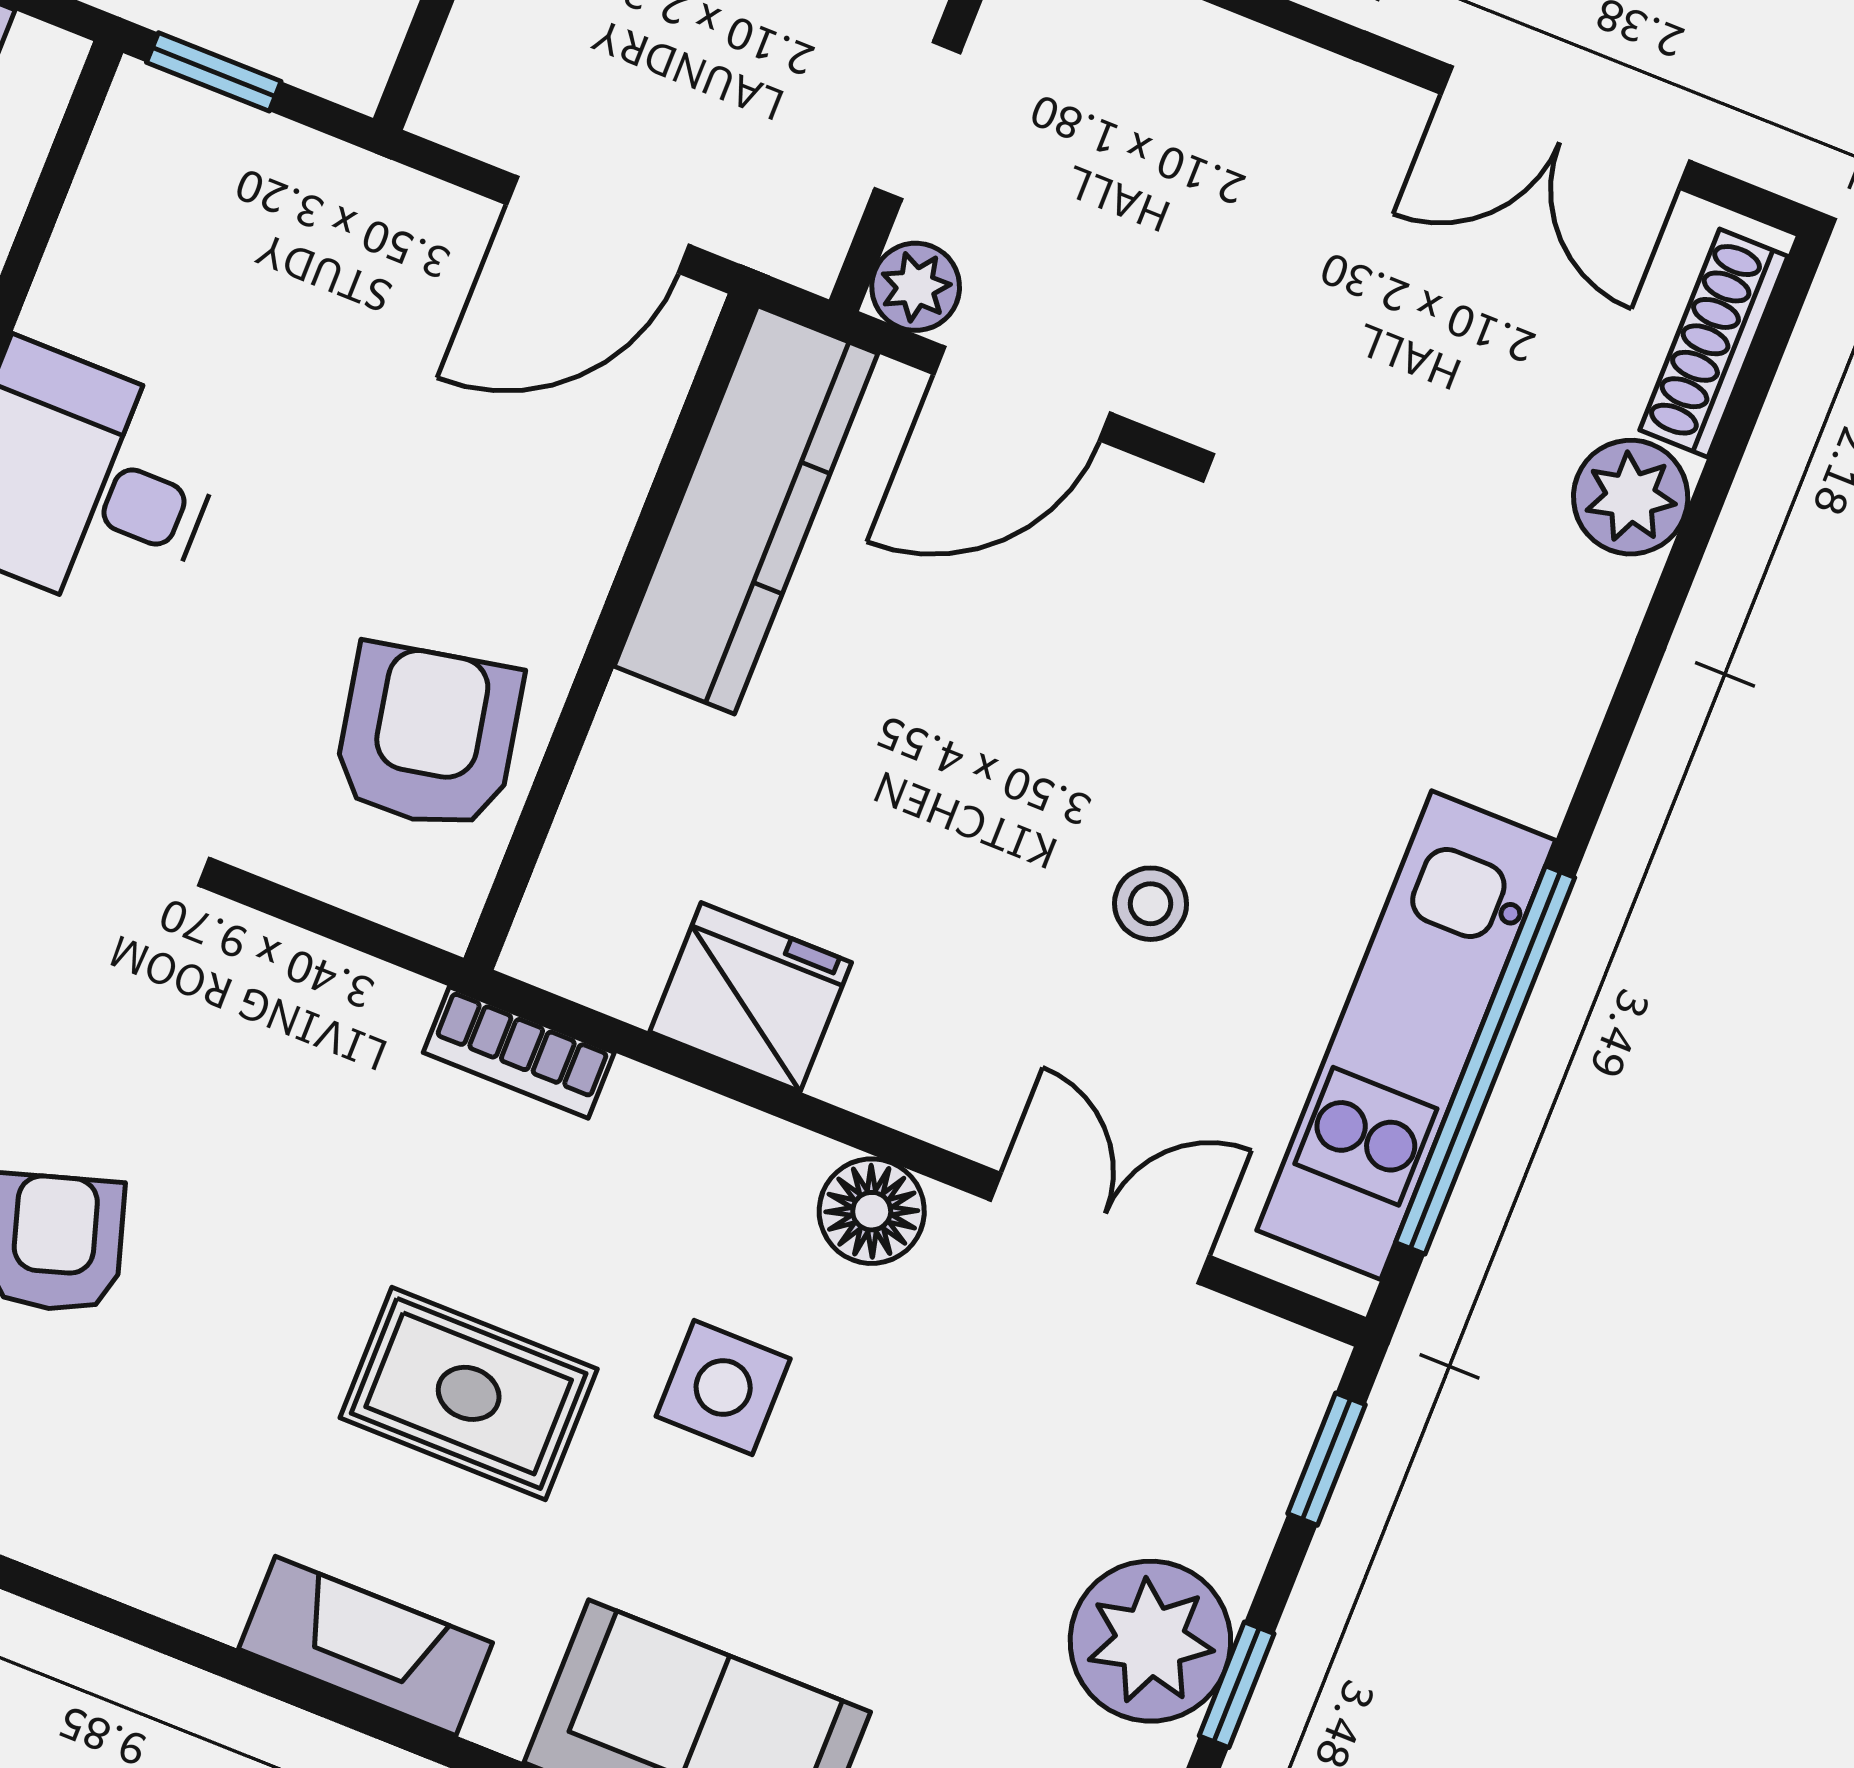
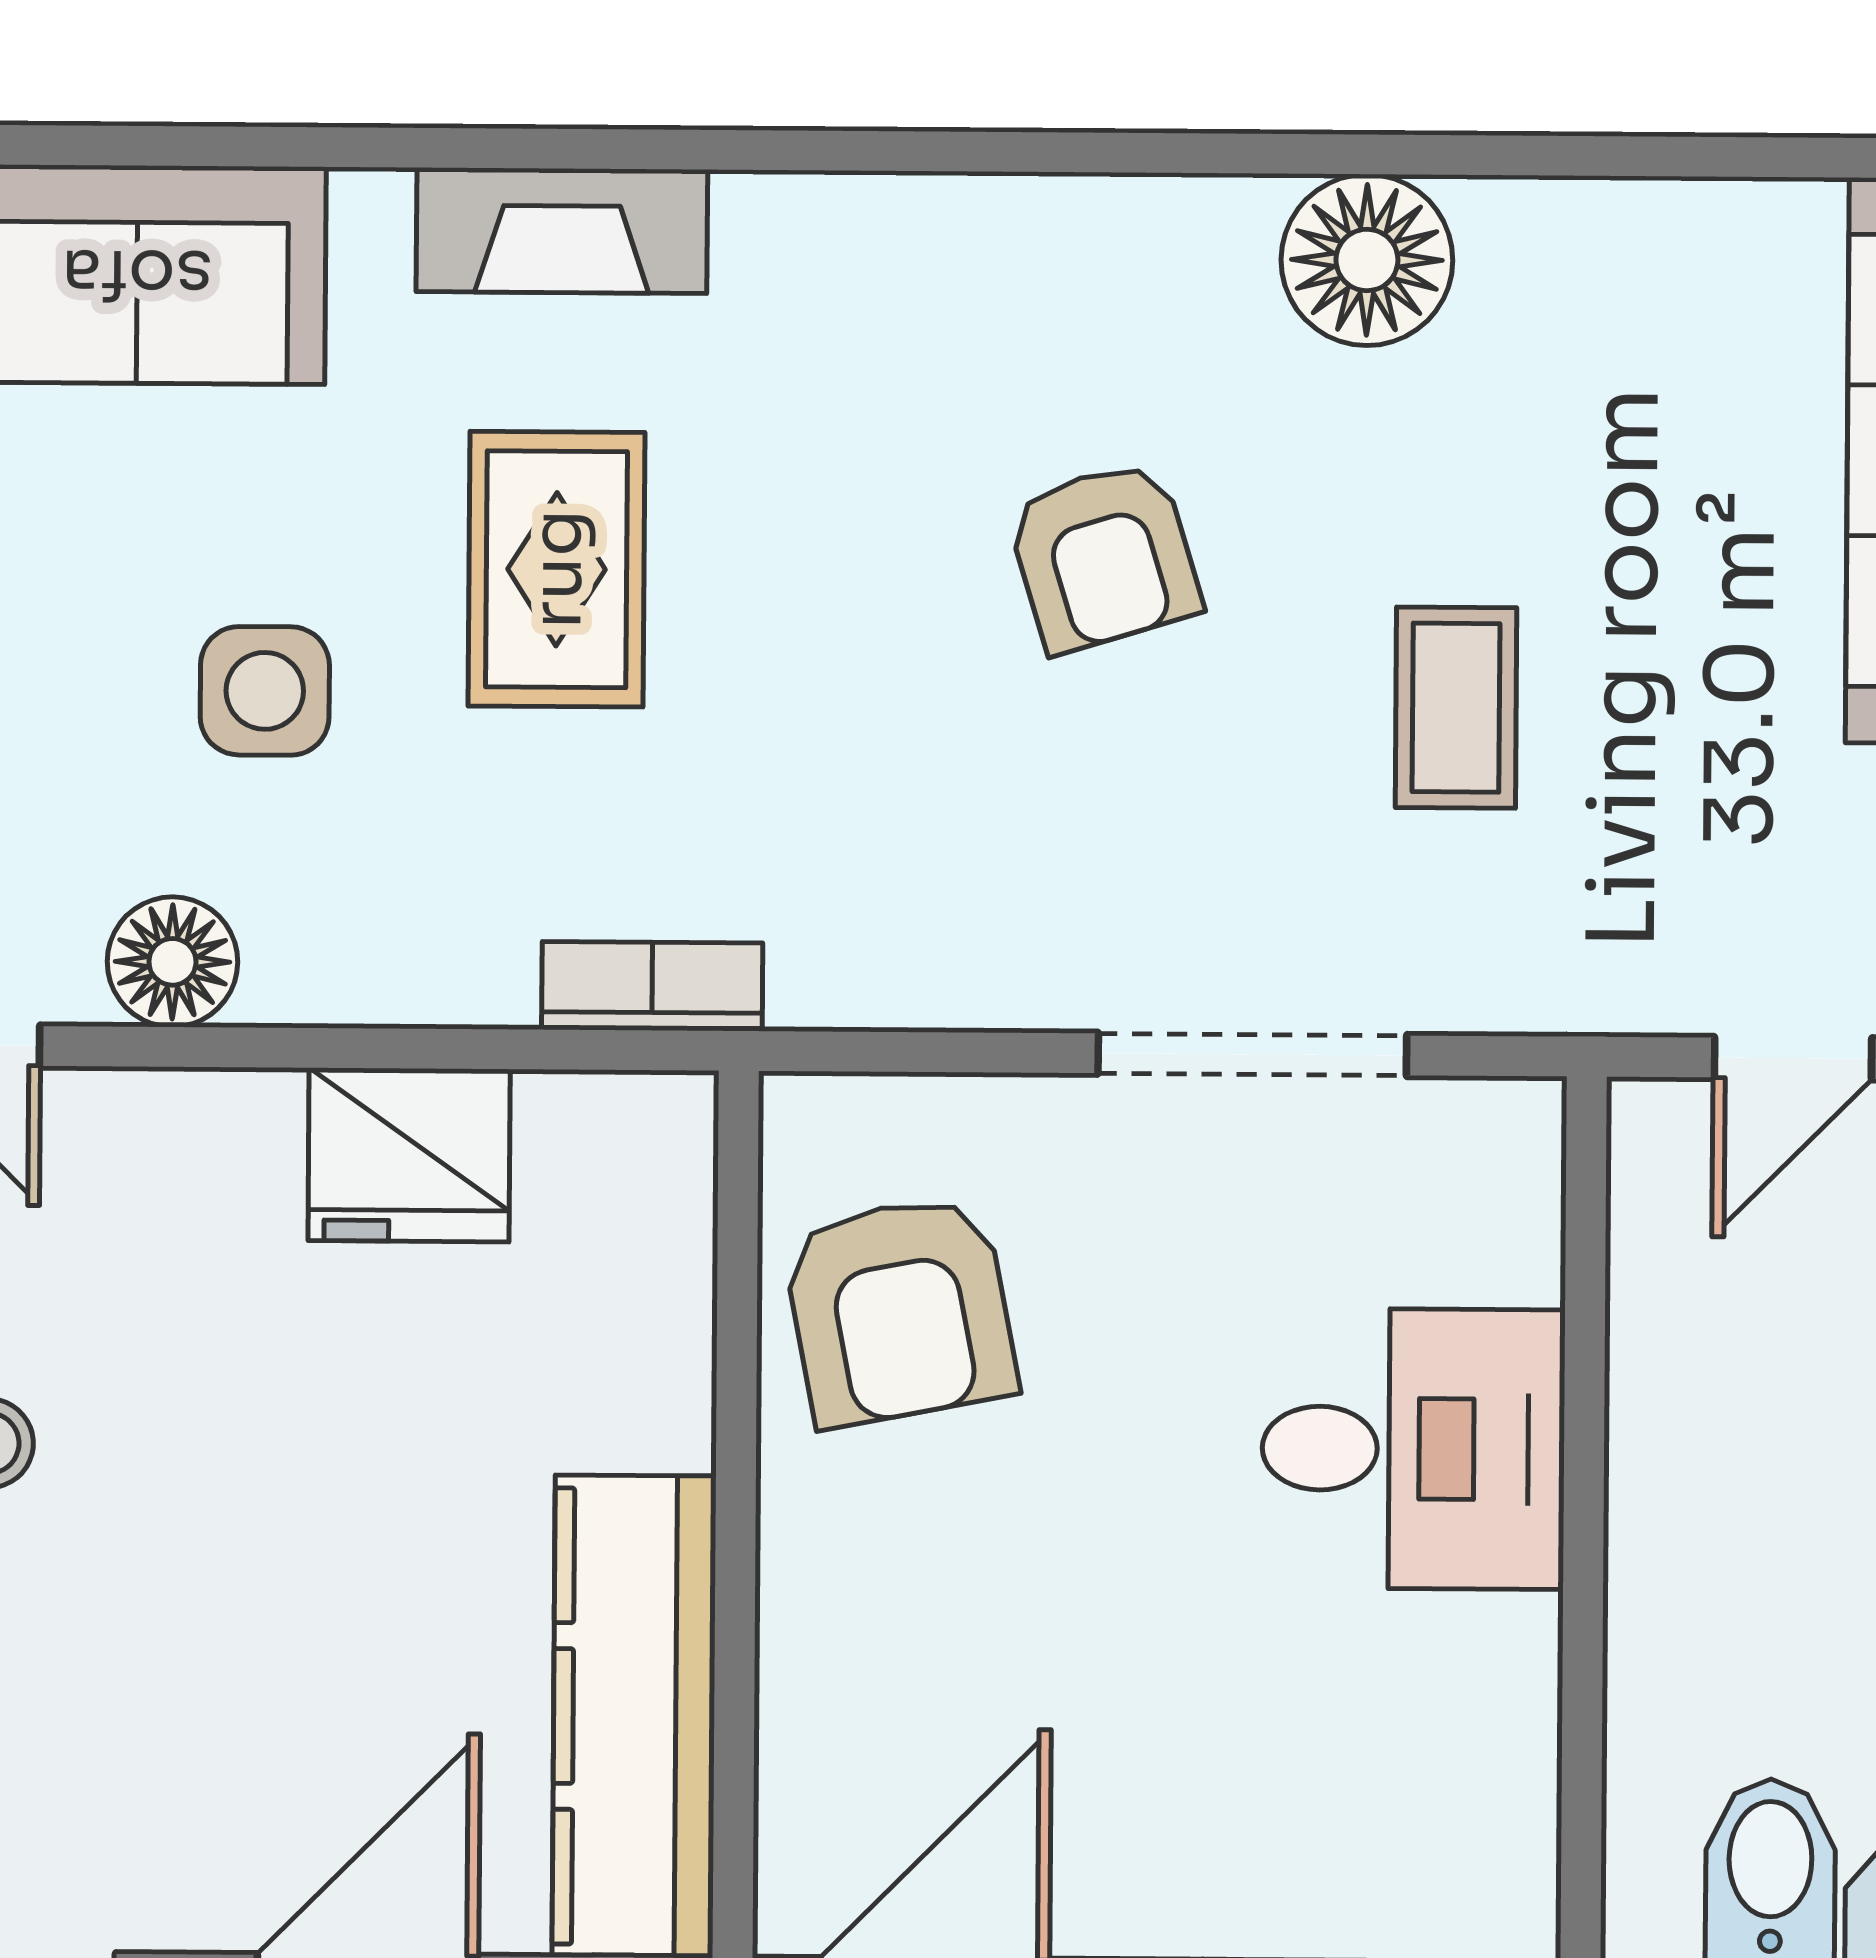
rug: (469, 1393) -> (557, 569), turned 90

